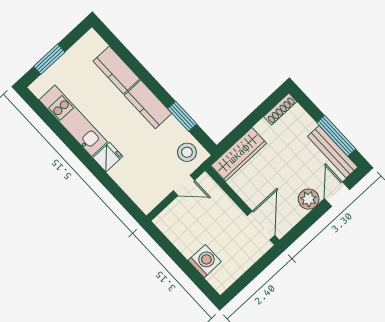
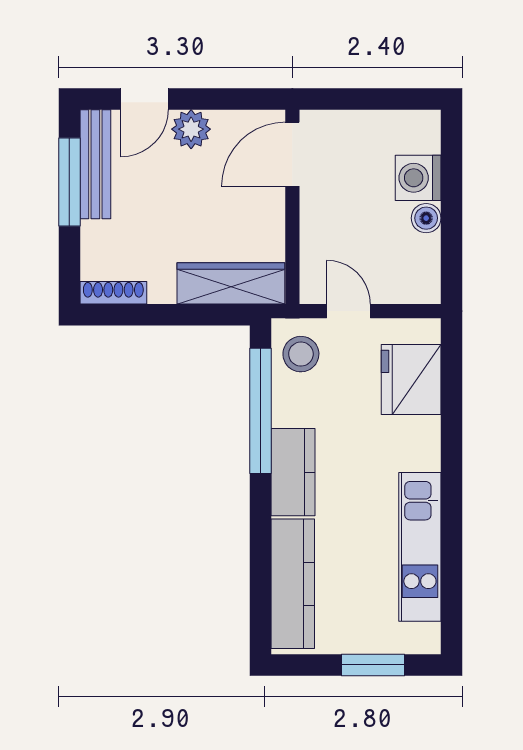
kitchen counter: (116, 70) -> (293, 584), width x1.50
window: (182, 116) -> (260, 411), width x2.11
fridge: (108, 157) -> (411, 380), moved, width x1.88, depth x1.34
boiler: (187, 248) -> (426, 218), added

